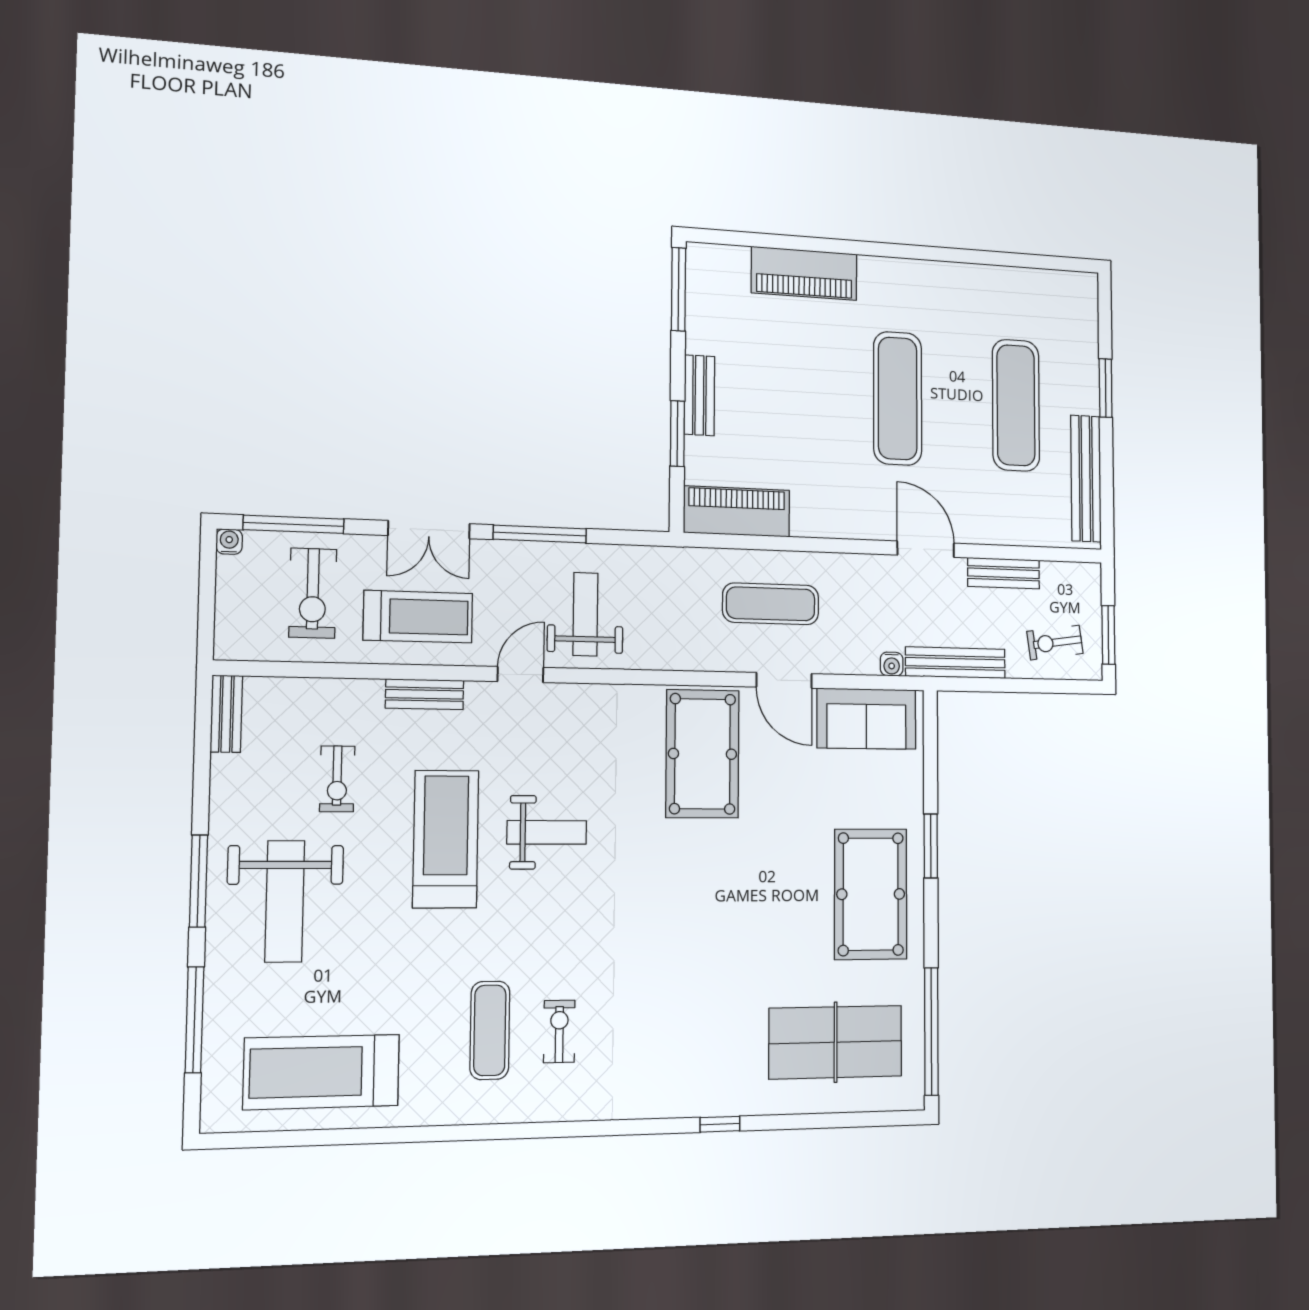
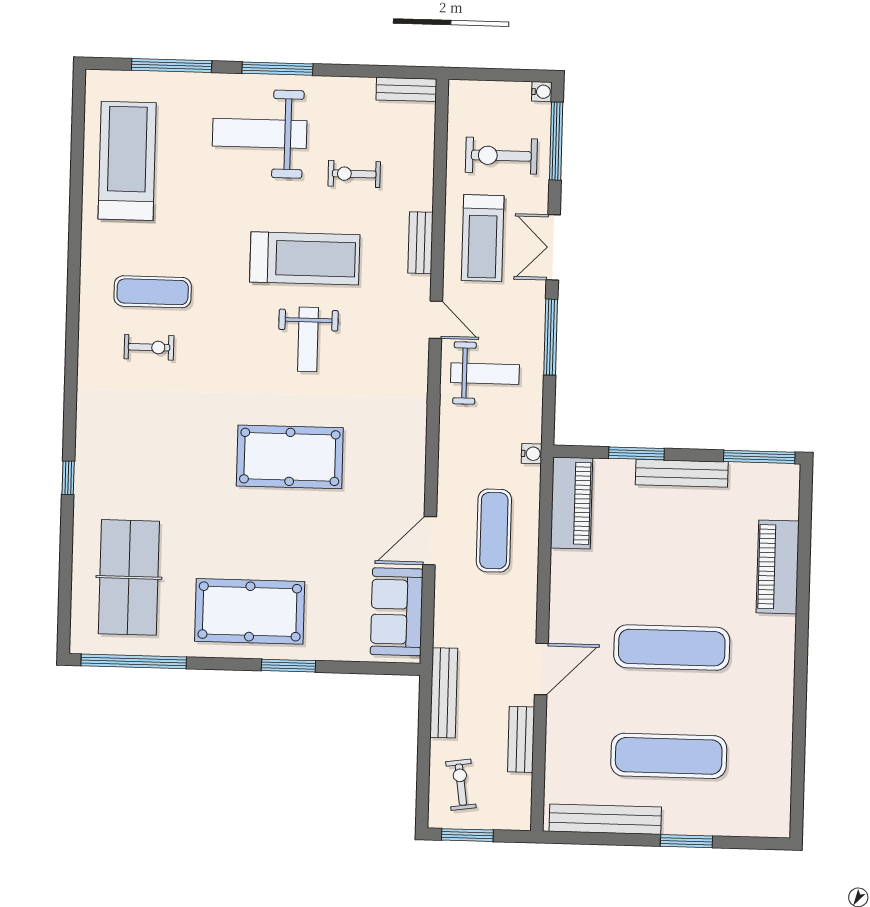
bench: (699, 395) -> (682, 473), width x1.36
water cooler: (892, 664) -> (532, 454), moved, turned 180
pool table: (702, 754) -> (290, 457), moved

